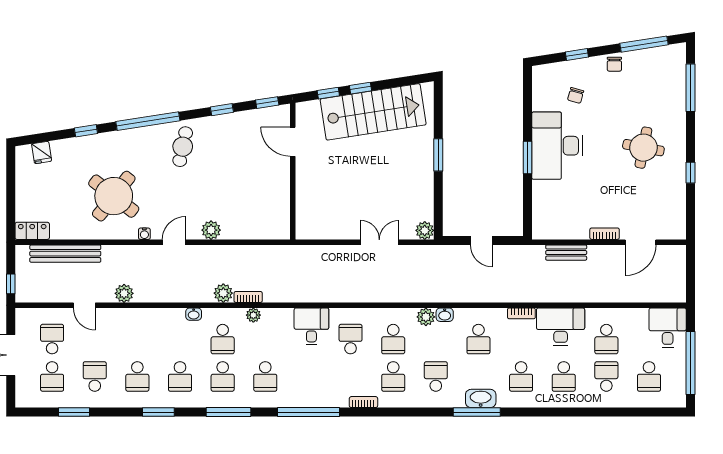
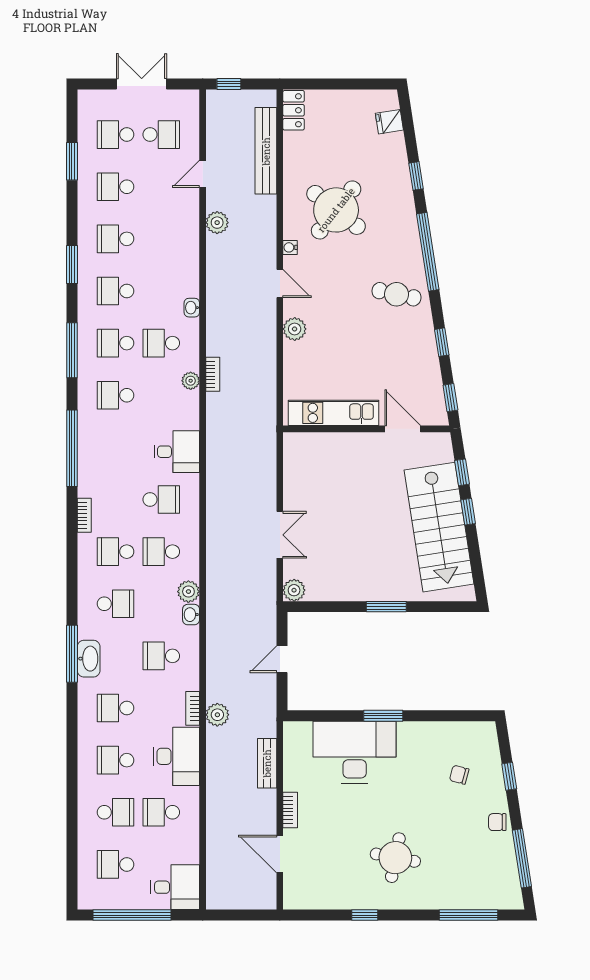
door: (293, 142) -> (403, 429), hinge flipped
desk: (557, 146) -> (355, 752), moved
kitchen unit: (280, 198) -> (334, 413), added
plant: (223, 293) -> (217, 715), moved
school desk: (95, 376) -> (116, 187), turned 180

